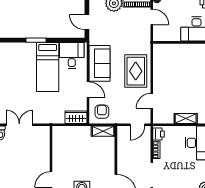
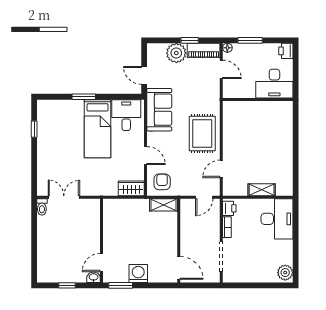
sofa: (100, 63) -> (159, 110), moved

